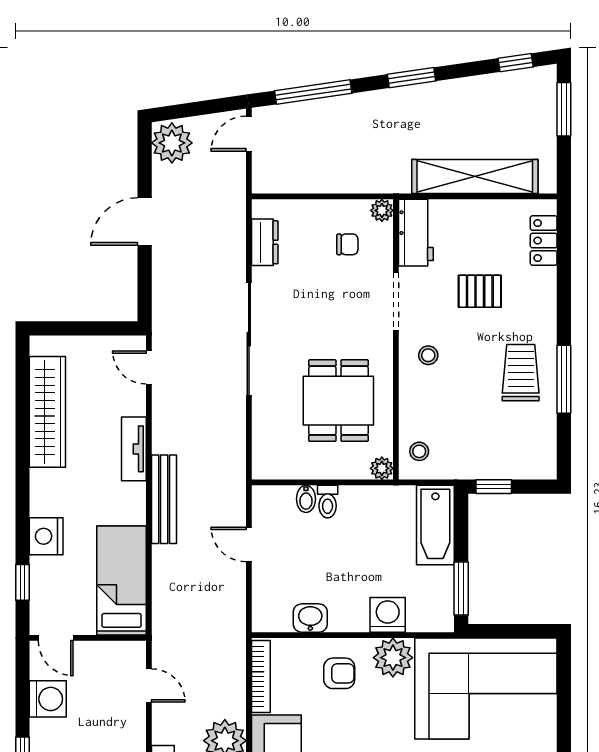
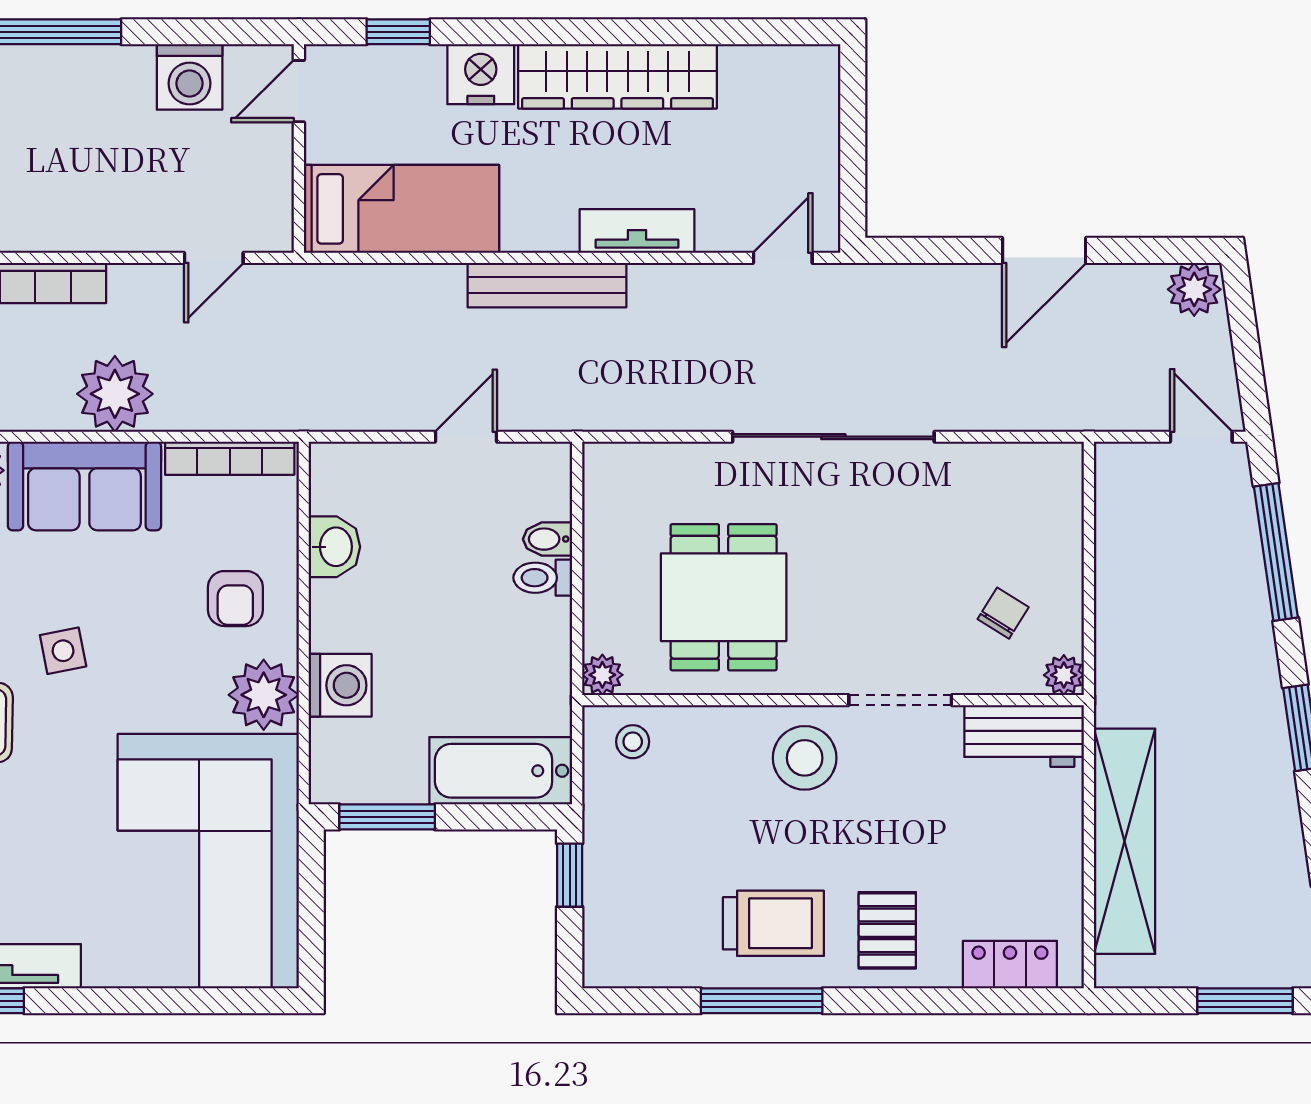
plant: (172, 143) -> (1194, 289), width x0.73, depth x0.73
door: (145, 221) -> (1044, 250), swing flipped
dresser: (265, 242) -> (1007, 465), removed
chair: (347, 244) -> (1003, 613), turned -148
pallet: (480, 291) -> (887, 930), moved
stool: (428, 355) -> (805, 758), width x1.89, depth x1.89
dining table: (338, 401) -> (724, 597), turned 90
wardrobe: (47, 412) -> (617, 76), moved

